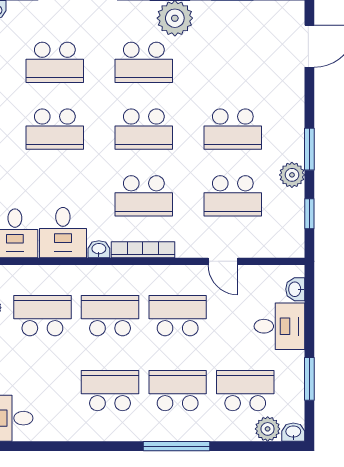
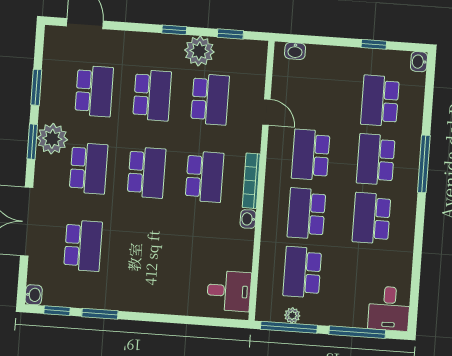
school desk: (55, 129) -> (94, 91), moved
window: (309, 149) -> (174, 30), width x0.67
plant: (292, 175) -> (199, 51), width x1.36, depth x1.36
desk: (63, 233) -> (231, 249), removed
door: (223, 261) -> (266, 112), hinge flipped
desk: (279, 326) -> (326, 67), removed
window: (309, 379) -> (374, 44), width x0.67
plant: (268, 429) -> (415, 84), removed

